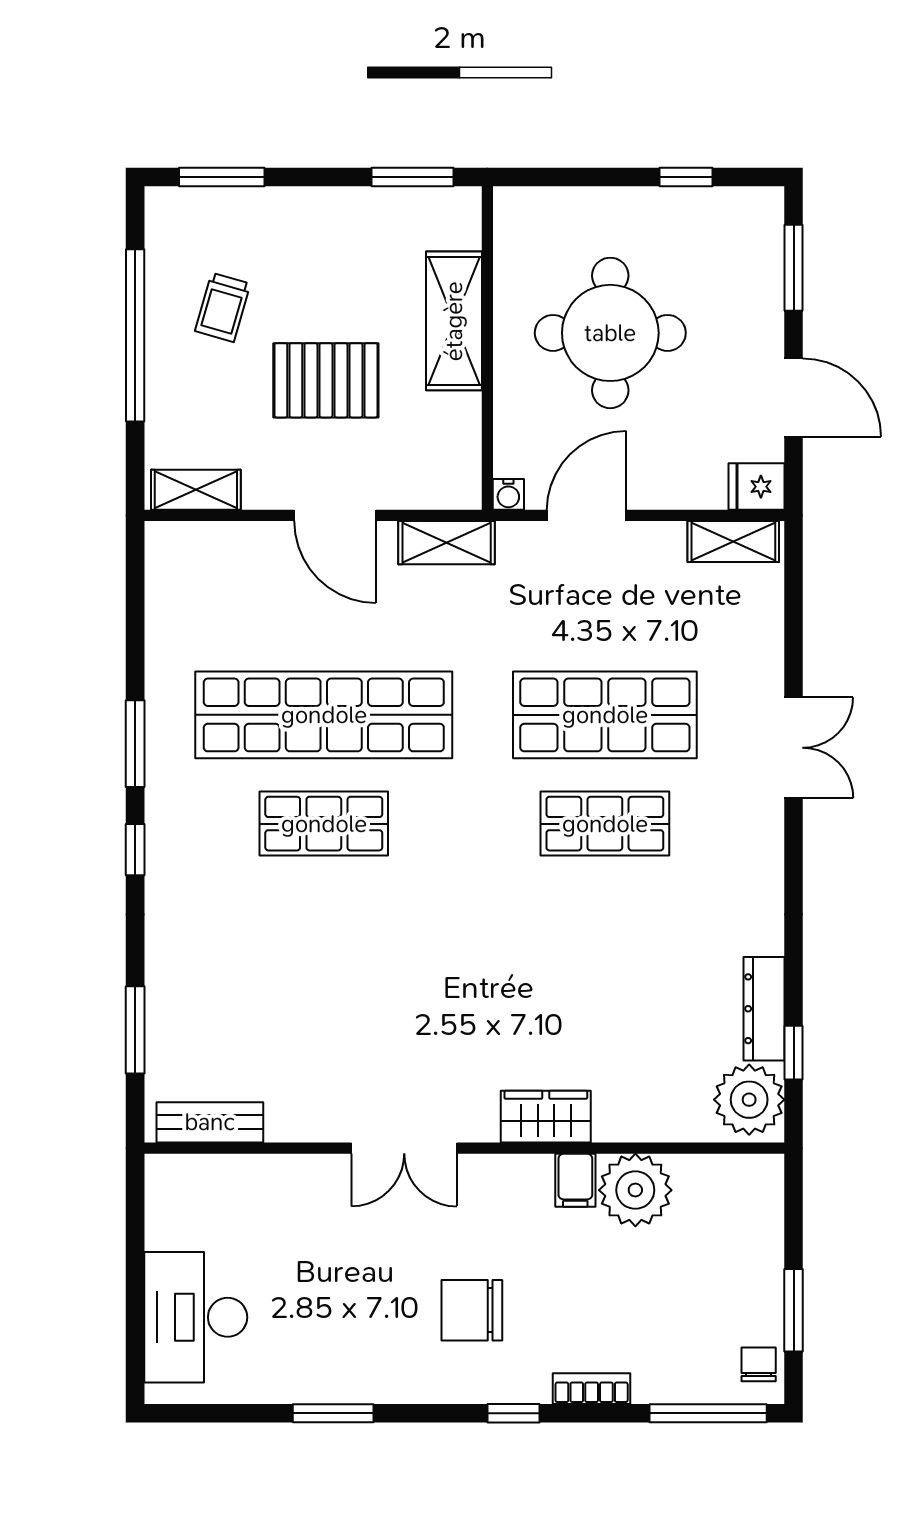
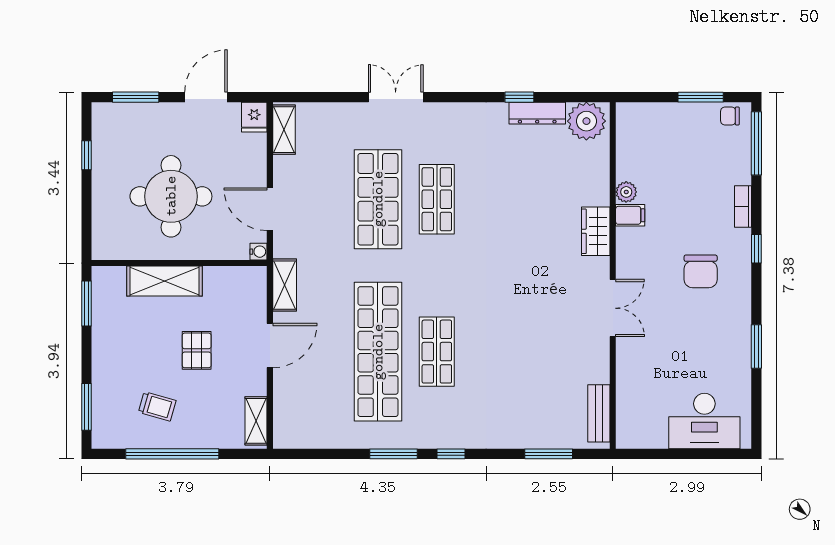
pallet: (326, 380) -> (197, 350), width x0.67, depth x0.71
window: (794, 1053) -> (519, 97), moved
plant: (635, 1190) -> (626, 192), width x0.53, depth x0.53

